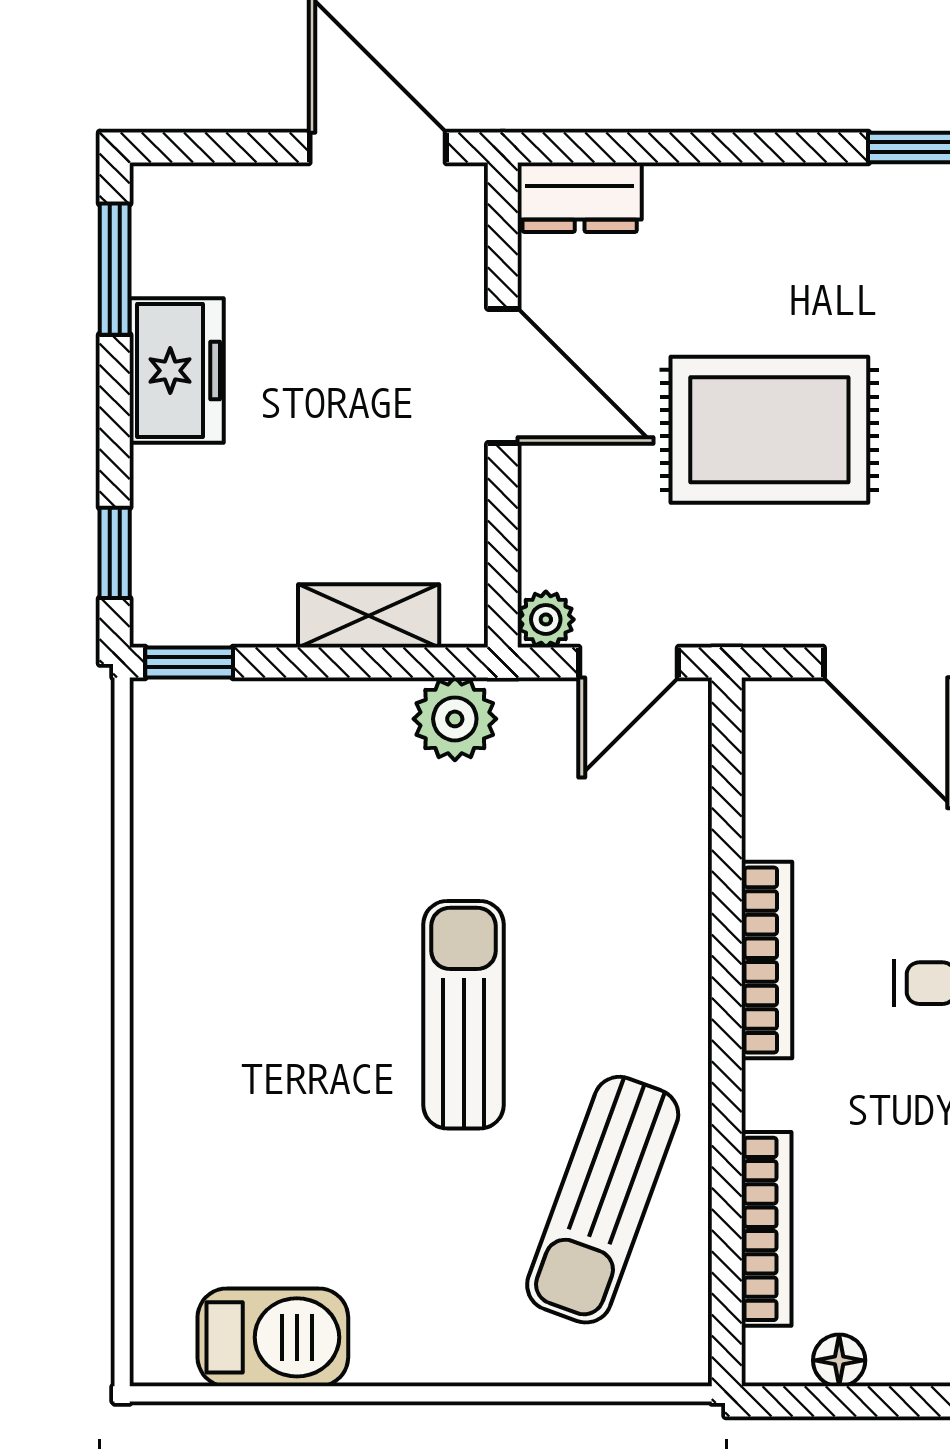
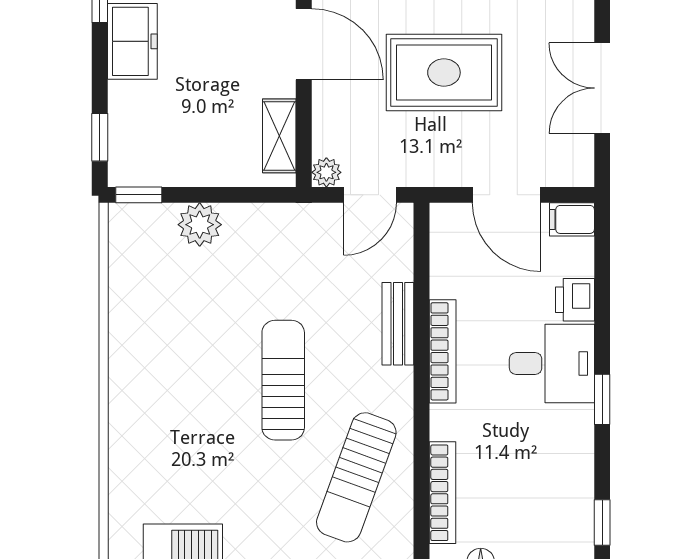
shelving: (369, 616) -> (279, 136), moved, turned 90
plant: (455, 719) -> (200, 225), moved
bench: (682, 907) -> (398, 324), added

